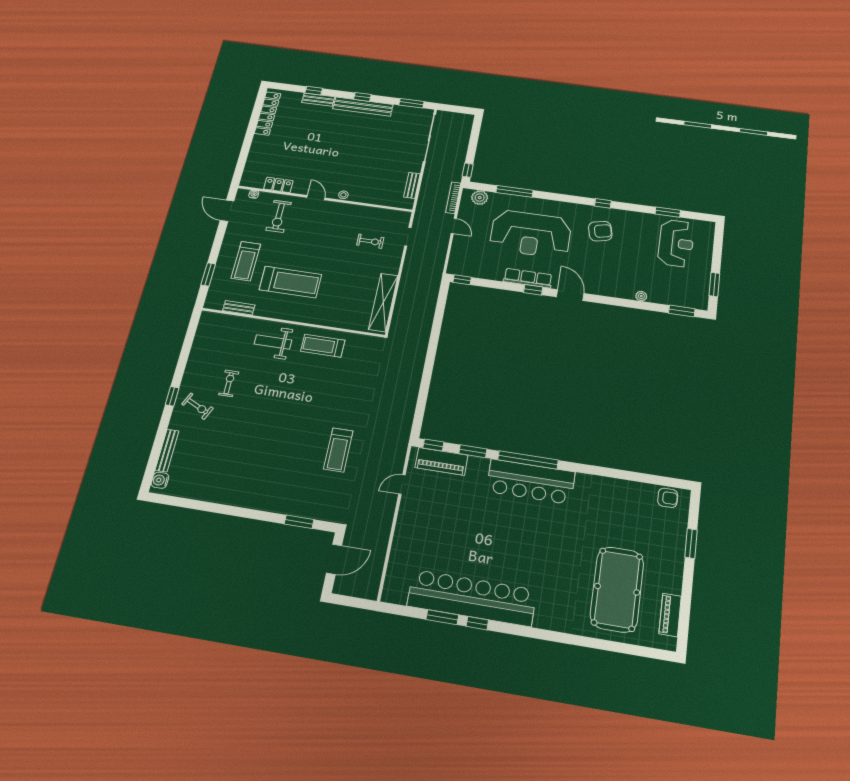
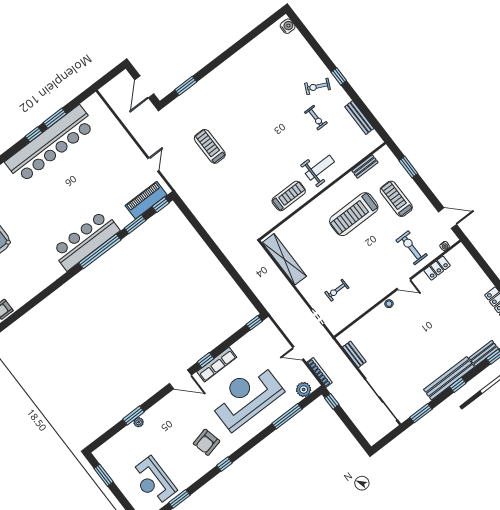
window: (682, 311) -> (133, 415), moved
bench: (167, 450) -> (359, 118), moved

